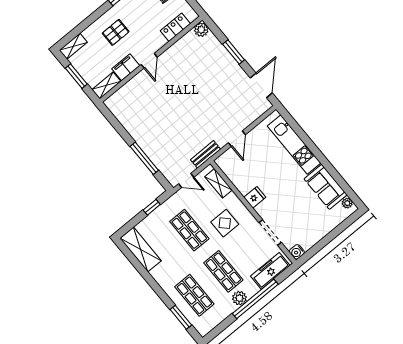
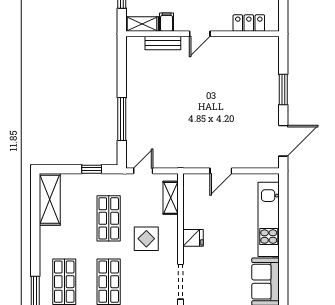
plant: (201, 30) -> (271, 45), removed
filing cabinet: (126, 67) -> (167, 22), width x0.50
bench: (206, 154) -> (163, 43), moved
door: (186, 181) -> (143, 171), swing flipped

